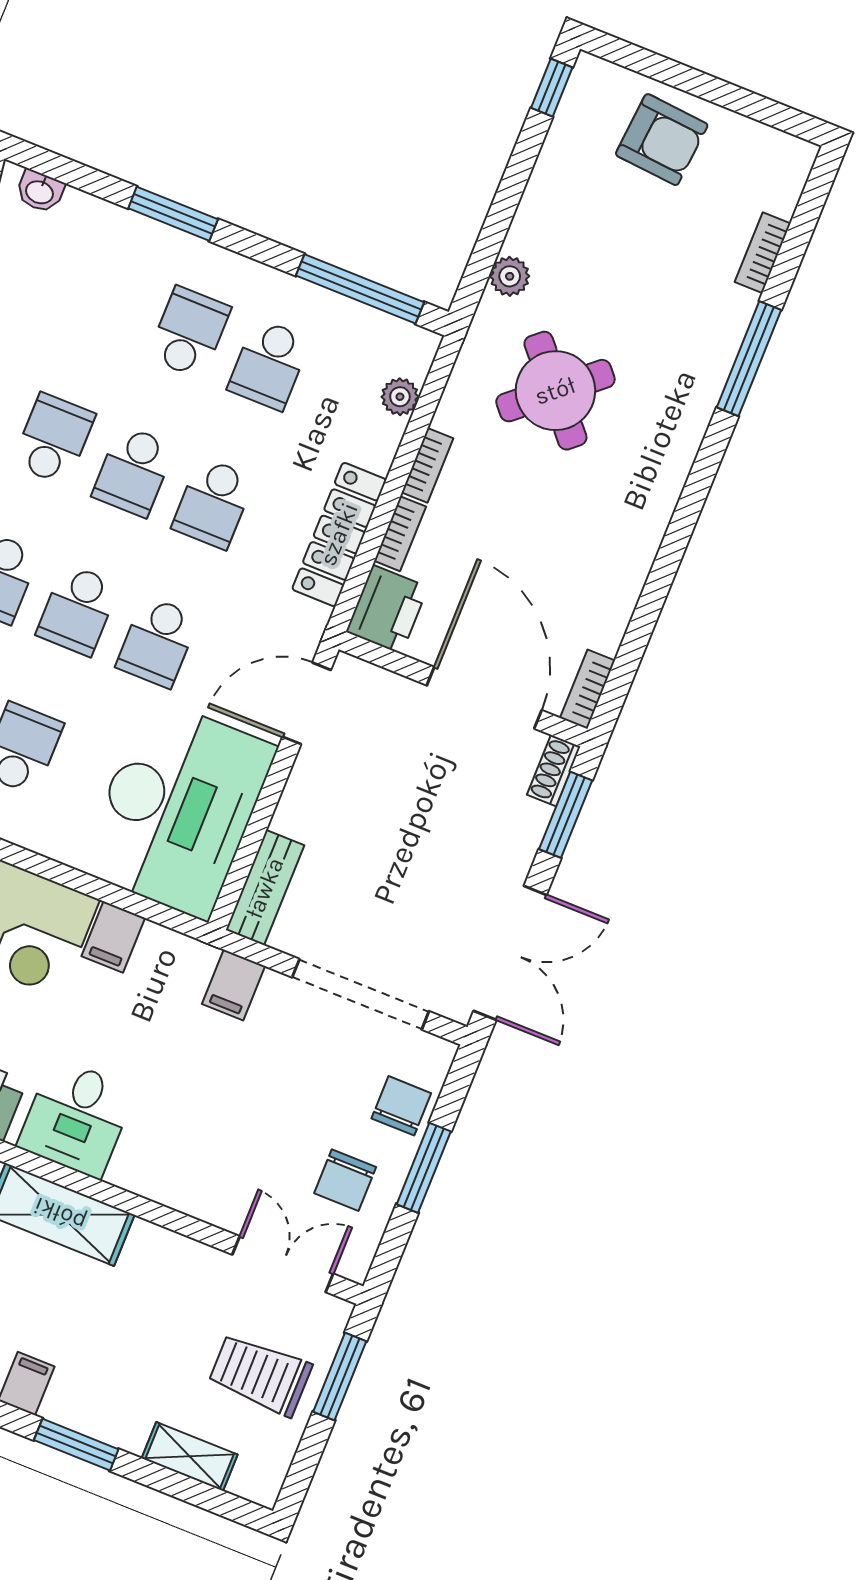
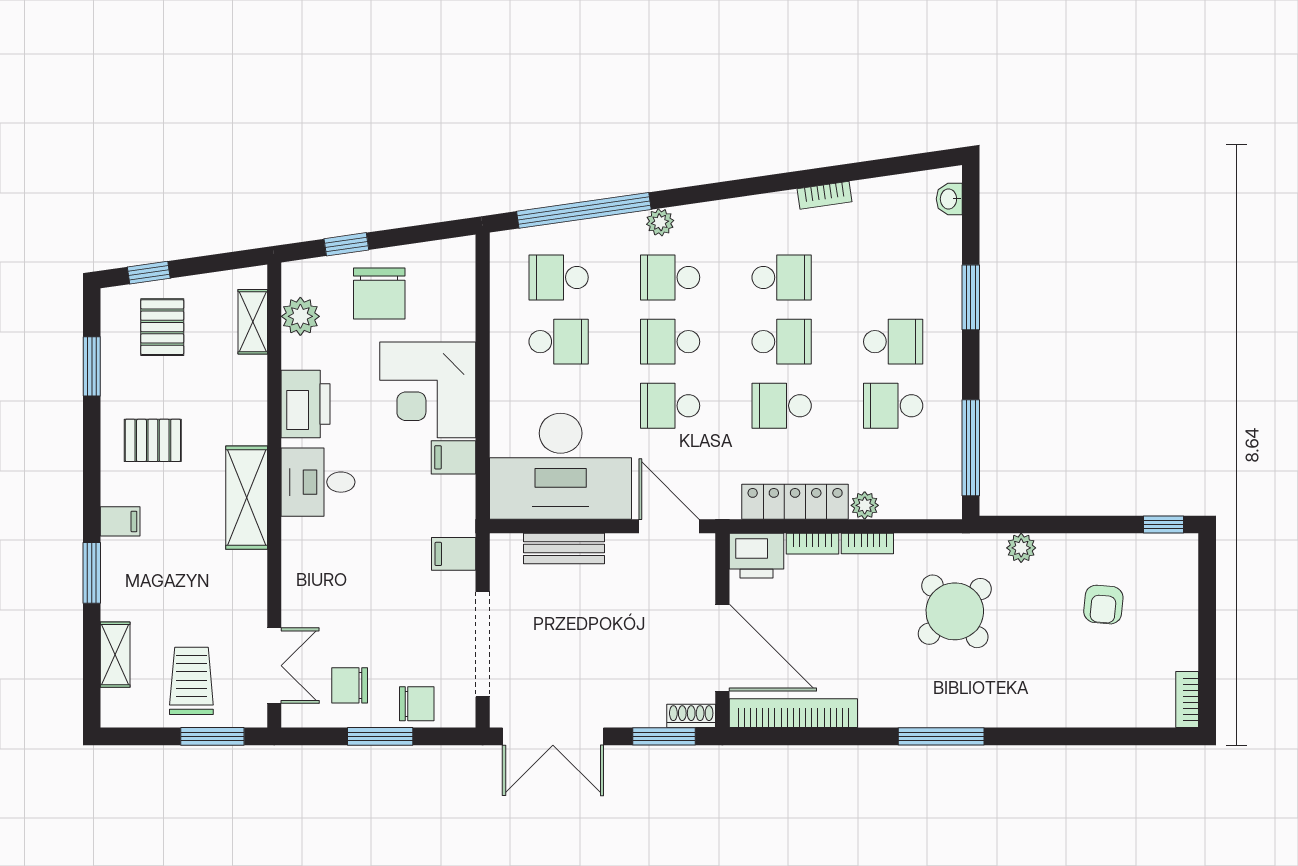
armchair: (662, 140) -> (1103, 605), moved, width x0.72, depth x0.72
bookcase: (763, 253) -> (1187, 700), moved, turned -90
window: (749, 359) -> (941, 736), moved
plant: (400, 397) -> (865, 505), moved
school desk: (133, 471) -> (782, 342), turned 180
bookcase: (588, 689) -> (793, 713), width x2.31, depth x1.31
door: (484, 698) -> (722, 648), hinge flipped
bench: (265, 888) -> (564, 549), moved

